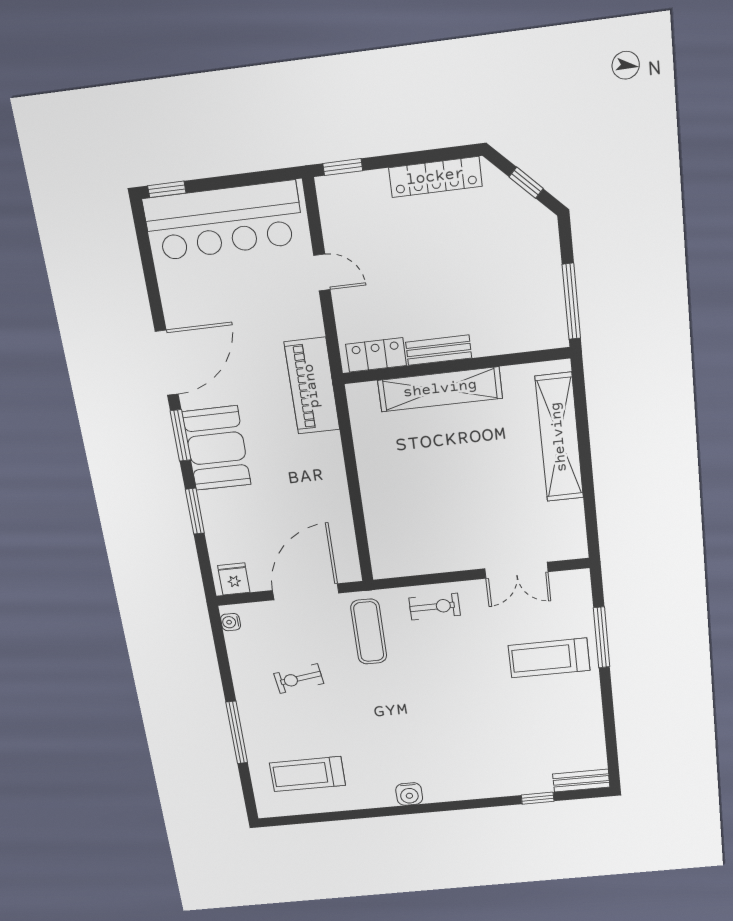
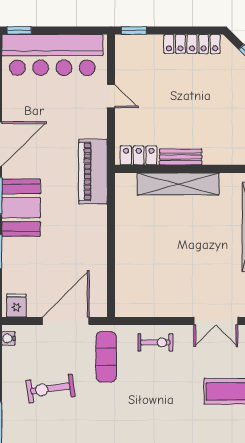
exercise bike: (299, 679) -> (50, 388), width x1.38, depth x1.39

